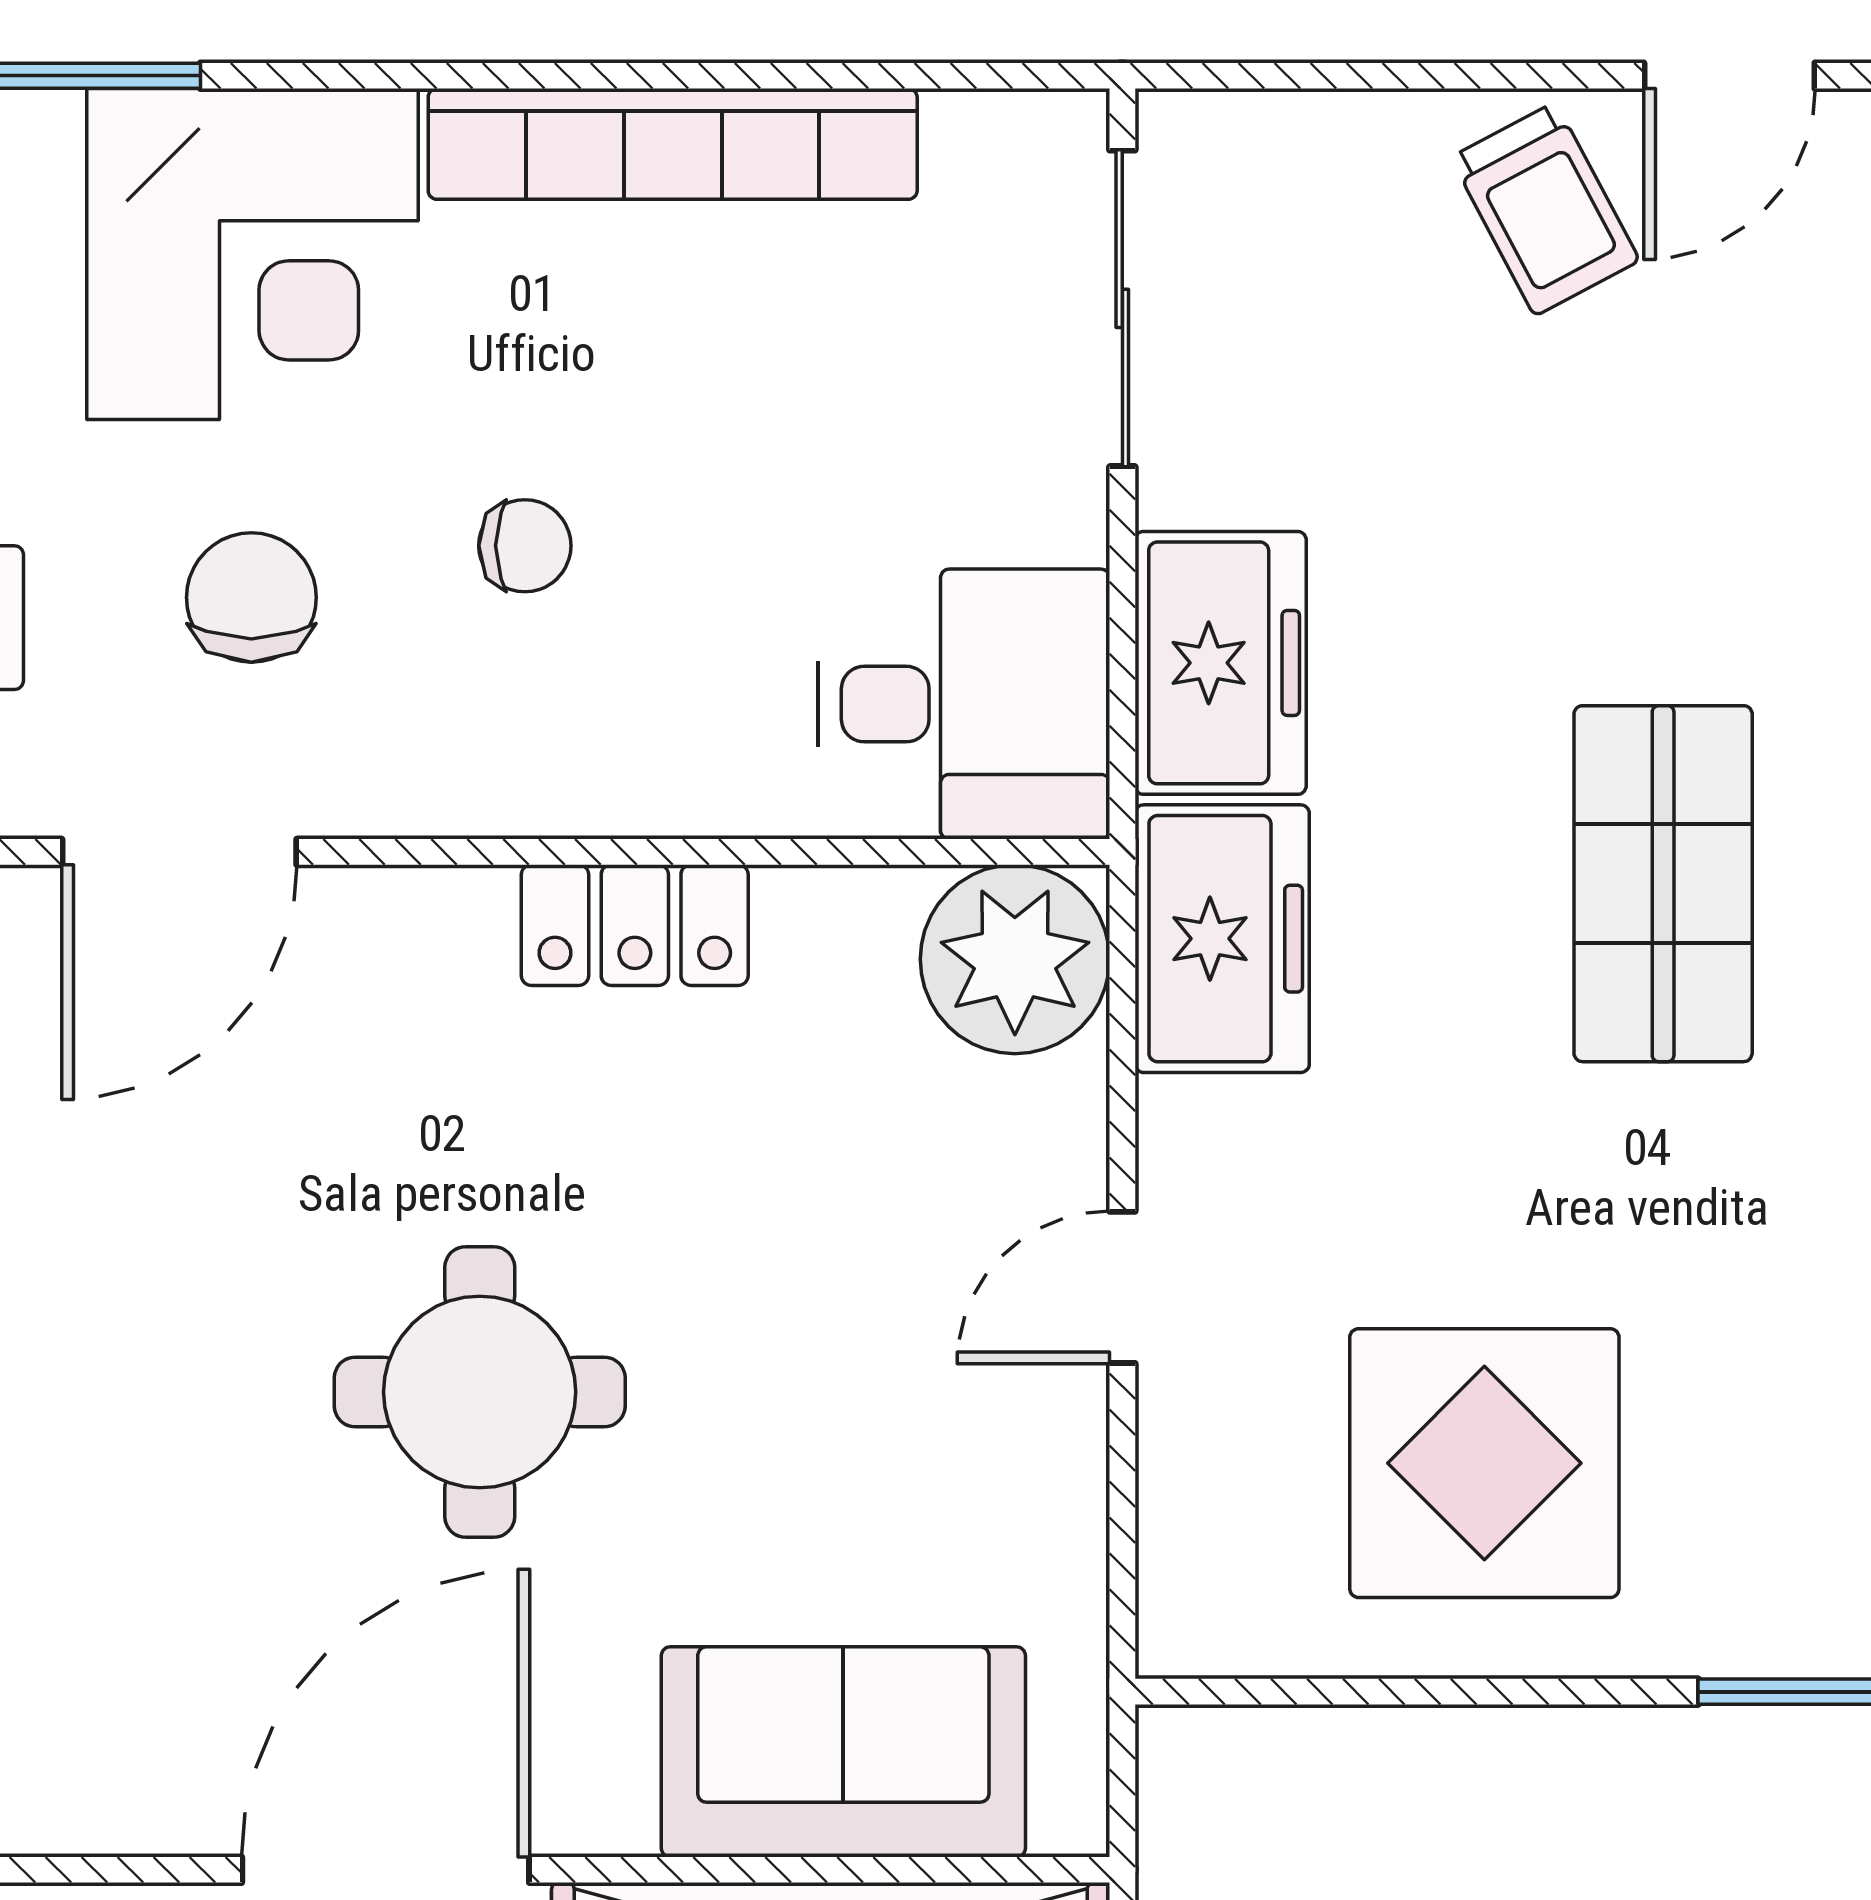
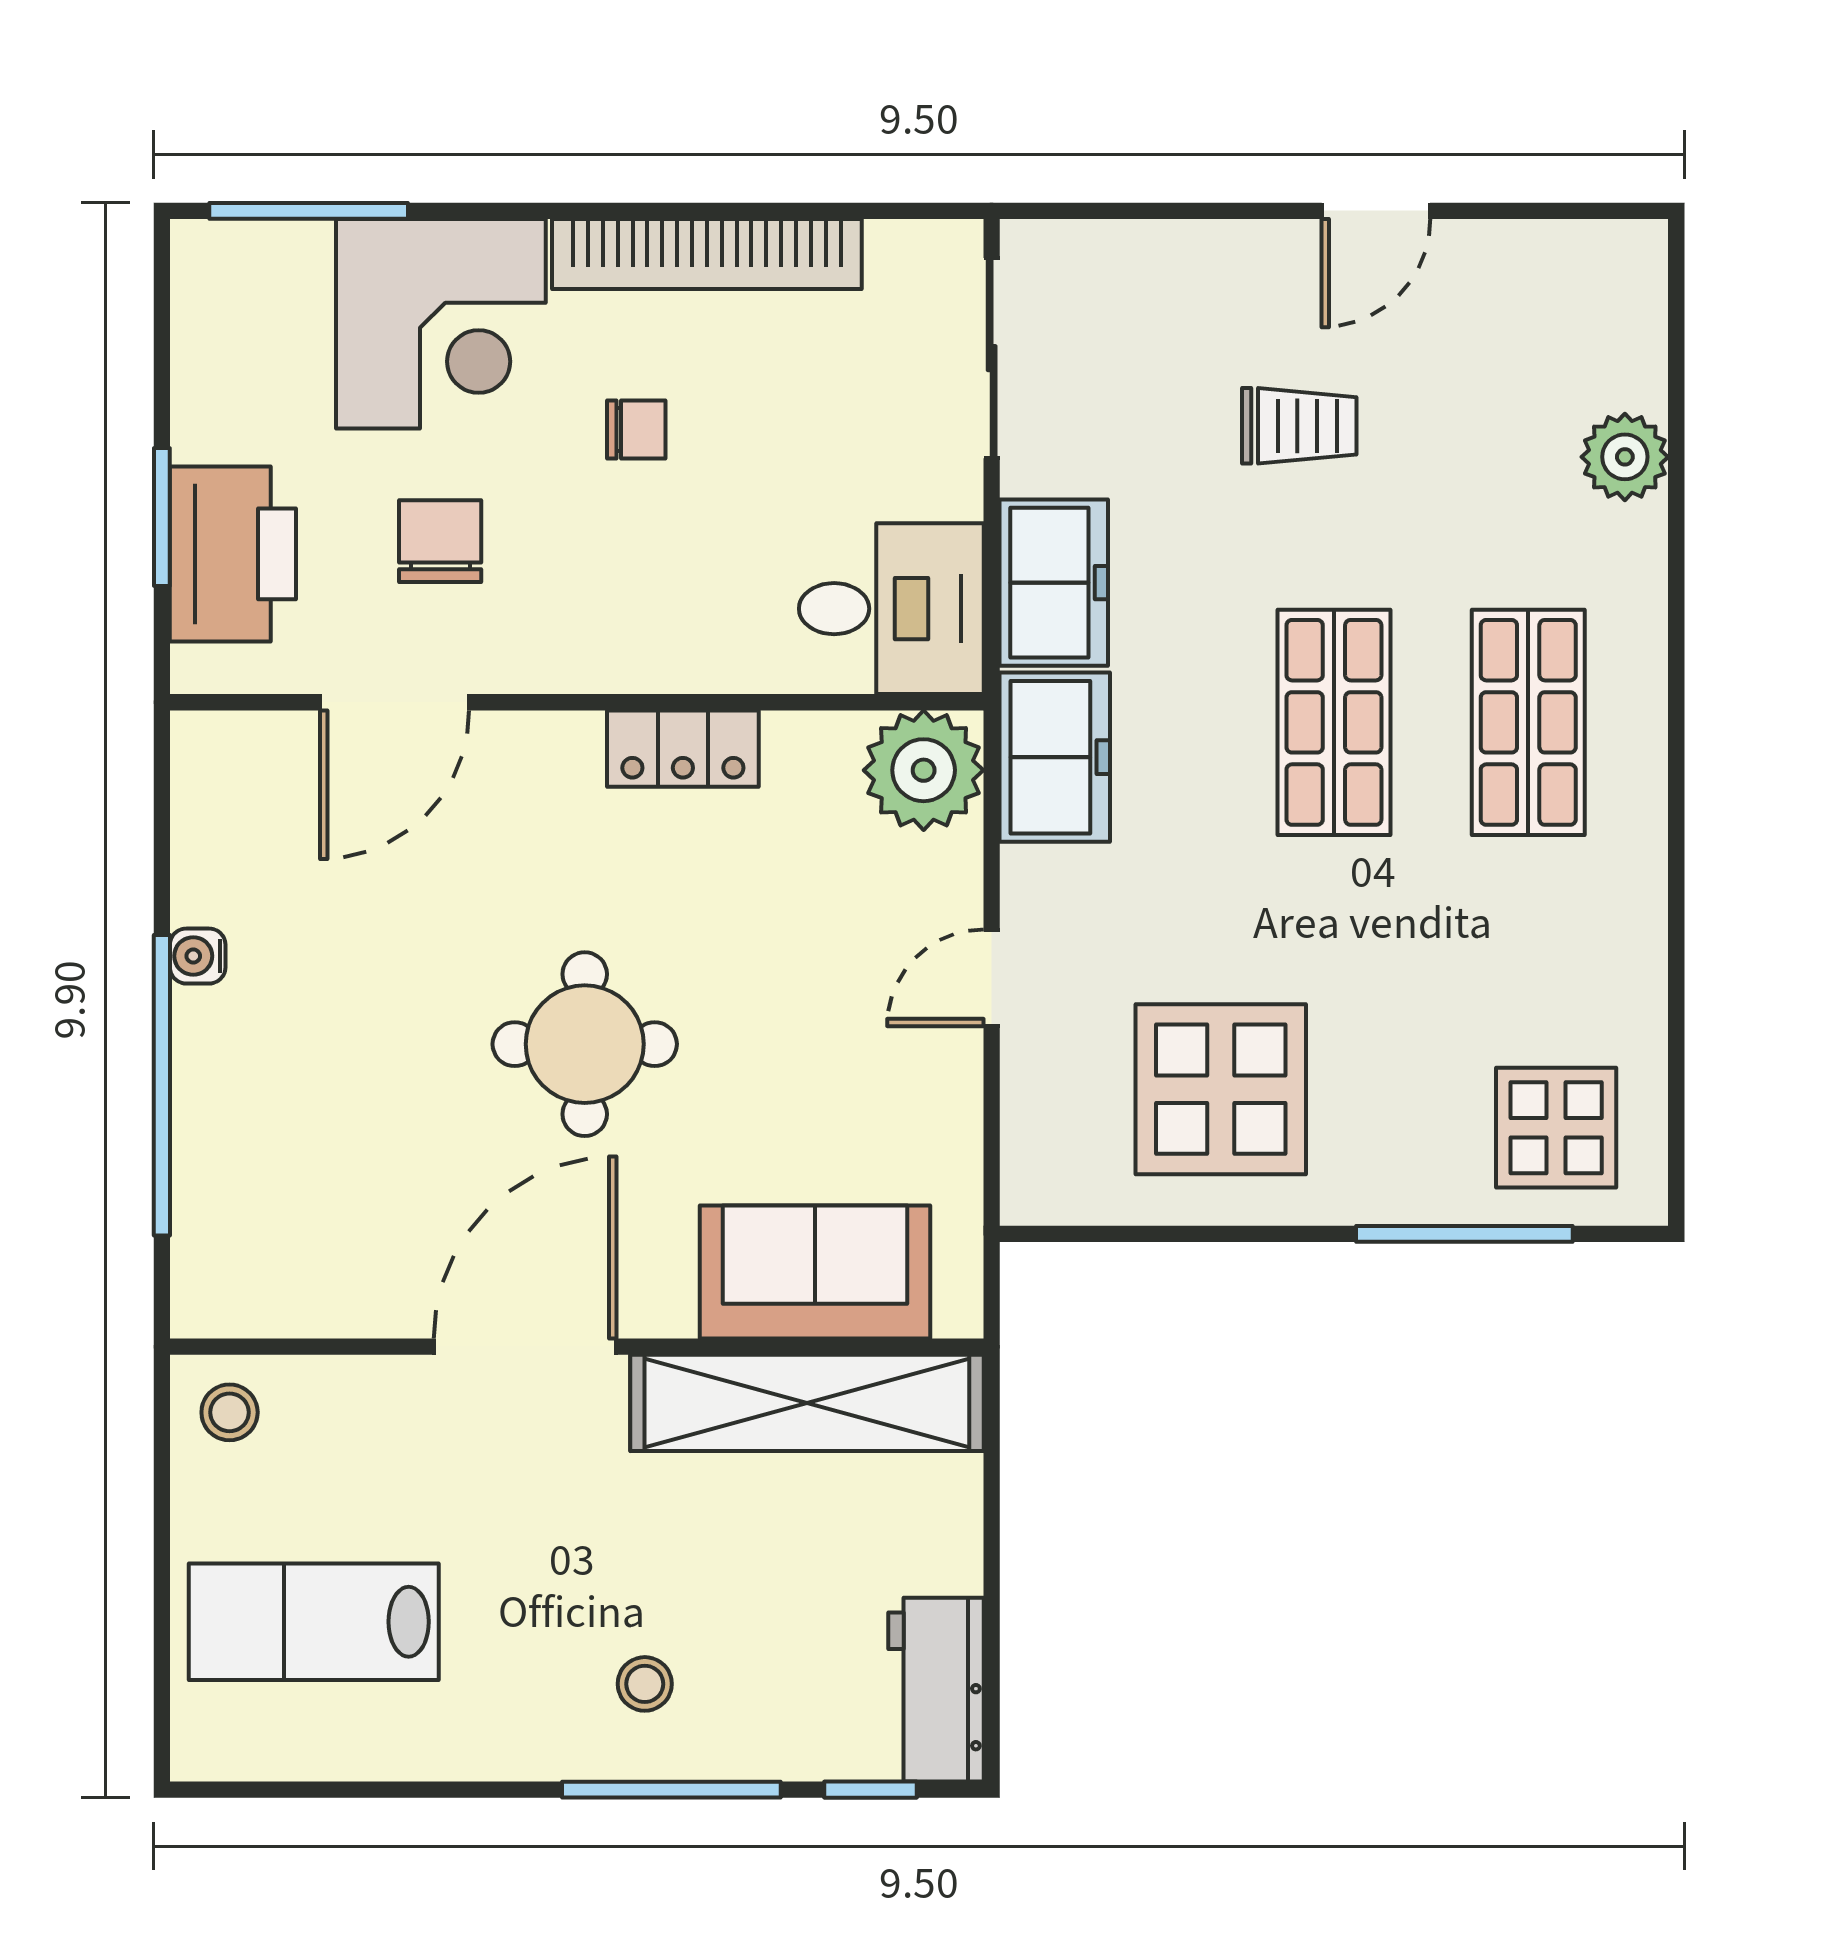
trolley: (1545, 209) -> (1299, 426), moved, turned -62
chair: (525, 546) -> (636, 430), moved

